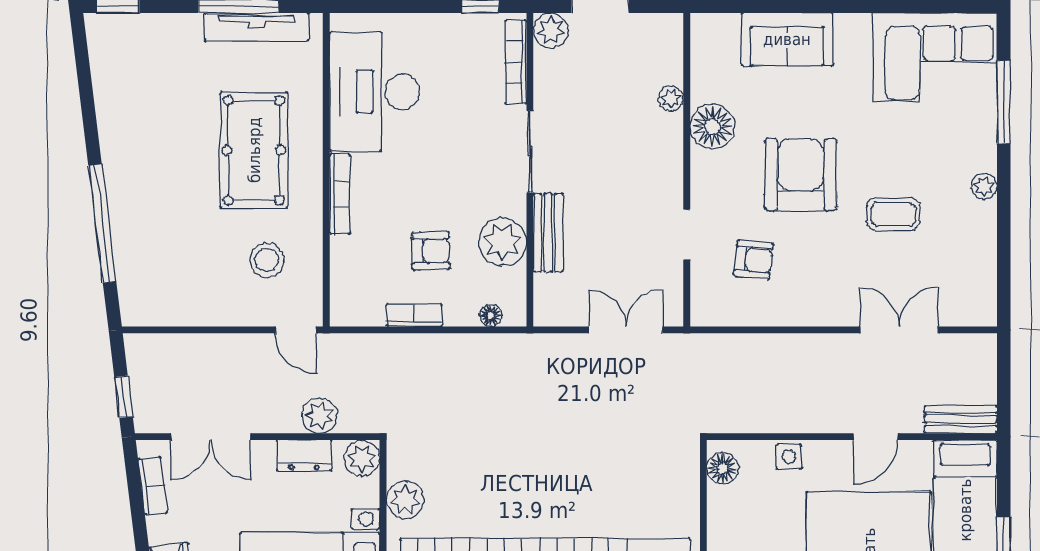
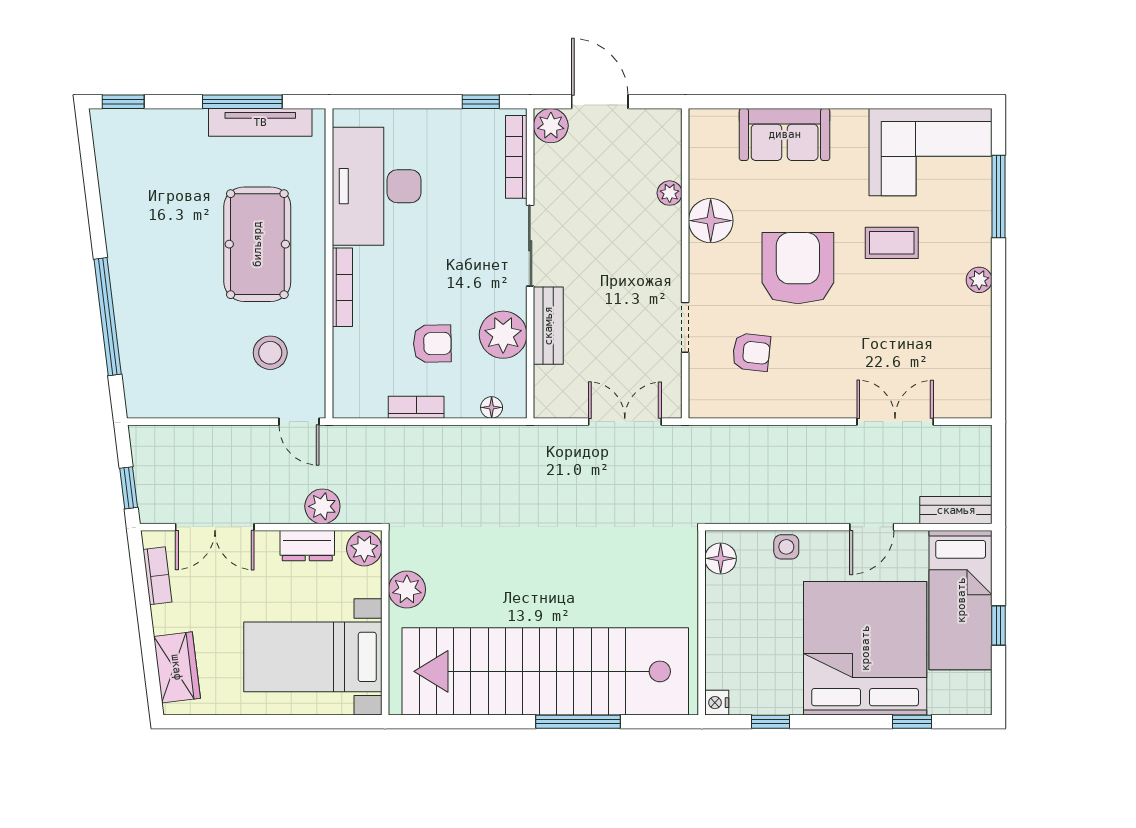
coffee table: (893, 214) -> (892, 243), moved

